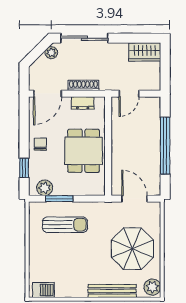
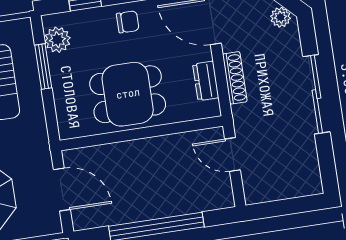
sliding door: (84, 38) -> (316, 94), moved
wardrobe: (145, 52) -> (305, 170), removed
door: (134, 199) -> (62, 190), hinge flipped

